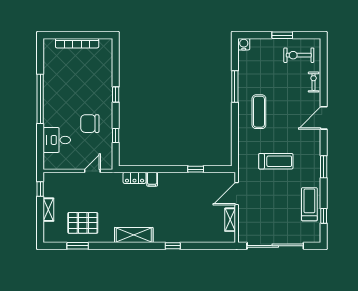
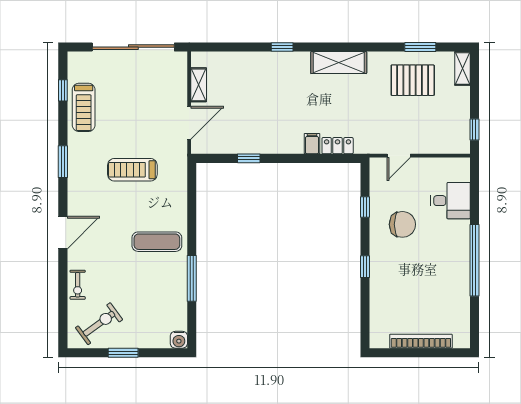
exercise bike: (299, 55) -> (99, 324), turned -36
exercise mat: (259, 112) -> (157, 242), turned 90
shelving: (48, 210) -> (462, 68), moved

